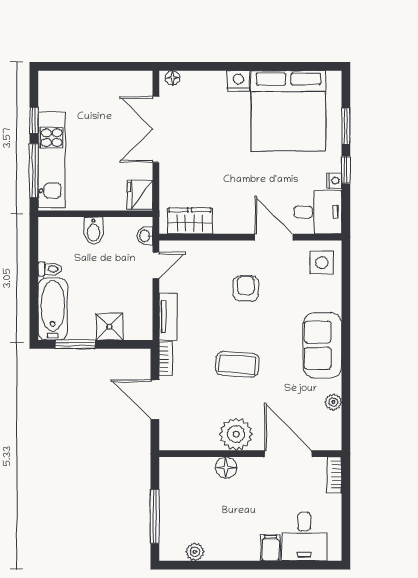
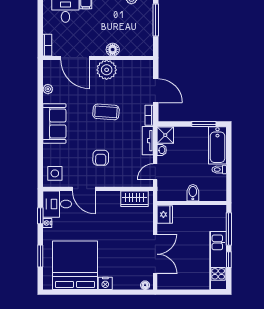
kitchen unit: (52, 160) -> (218, 260), moved
window: (346, 170) -> (40, 216), moved
washbasin: (145, 236) -> (162, 150), moved
shower: (109, 327) -> (165, 135), moved

